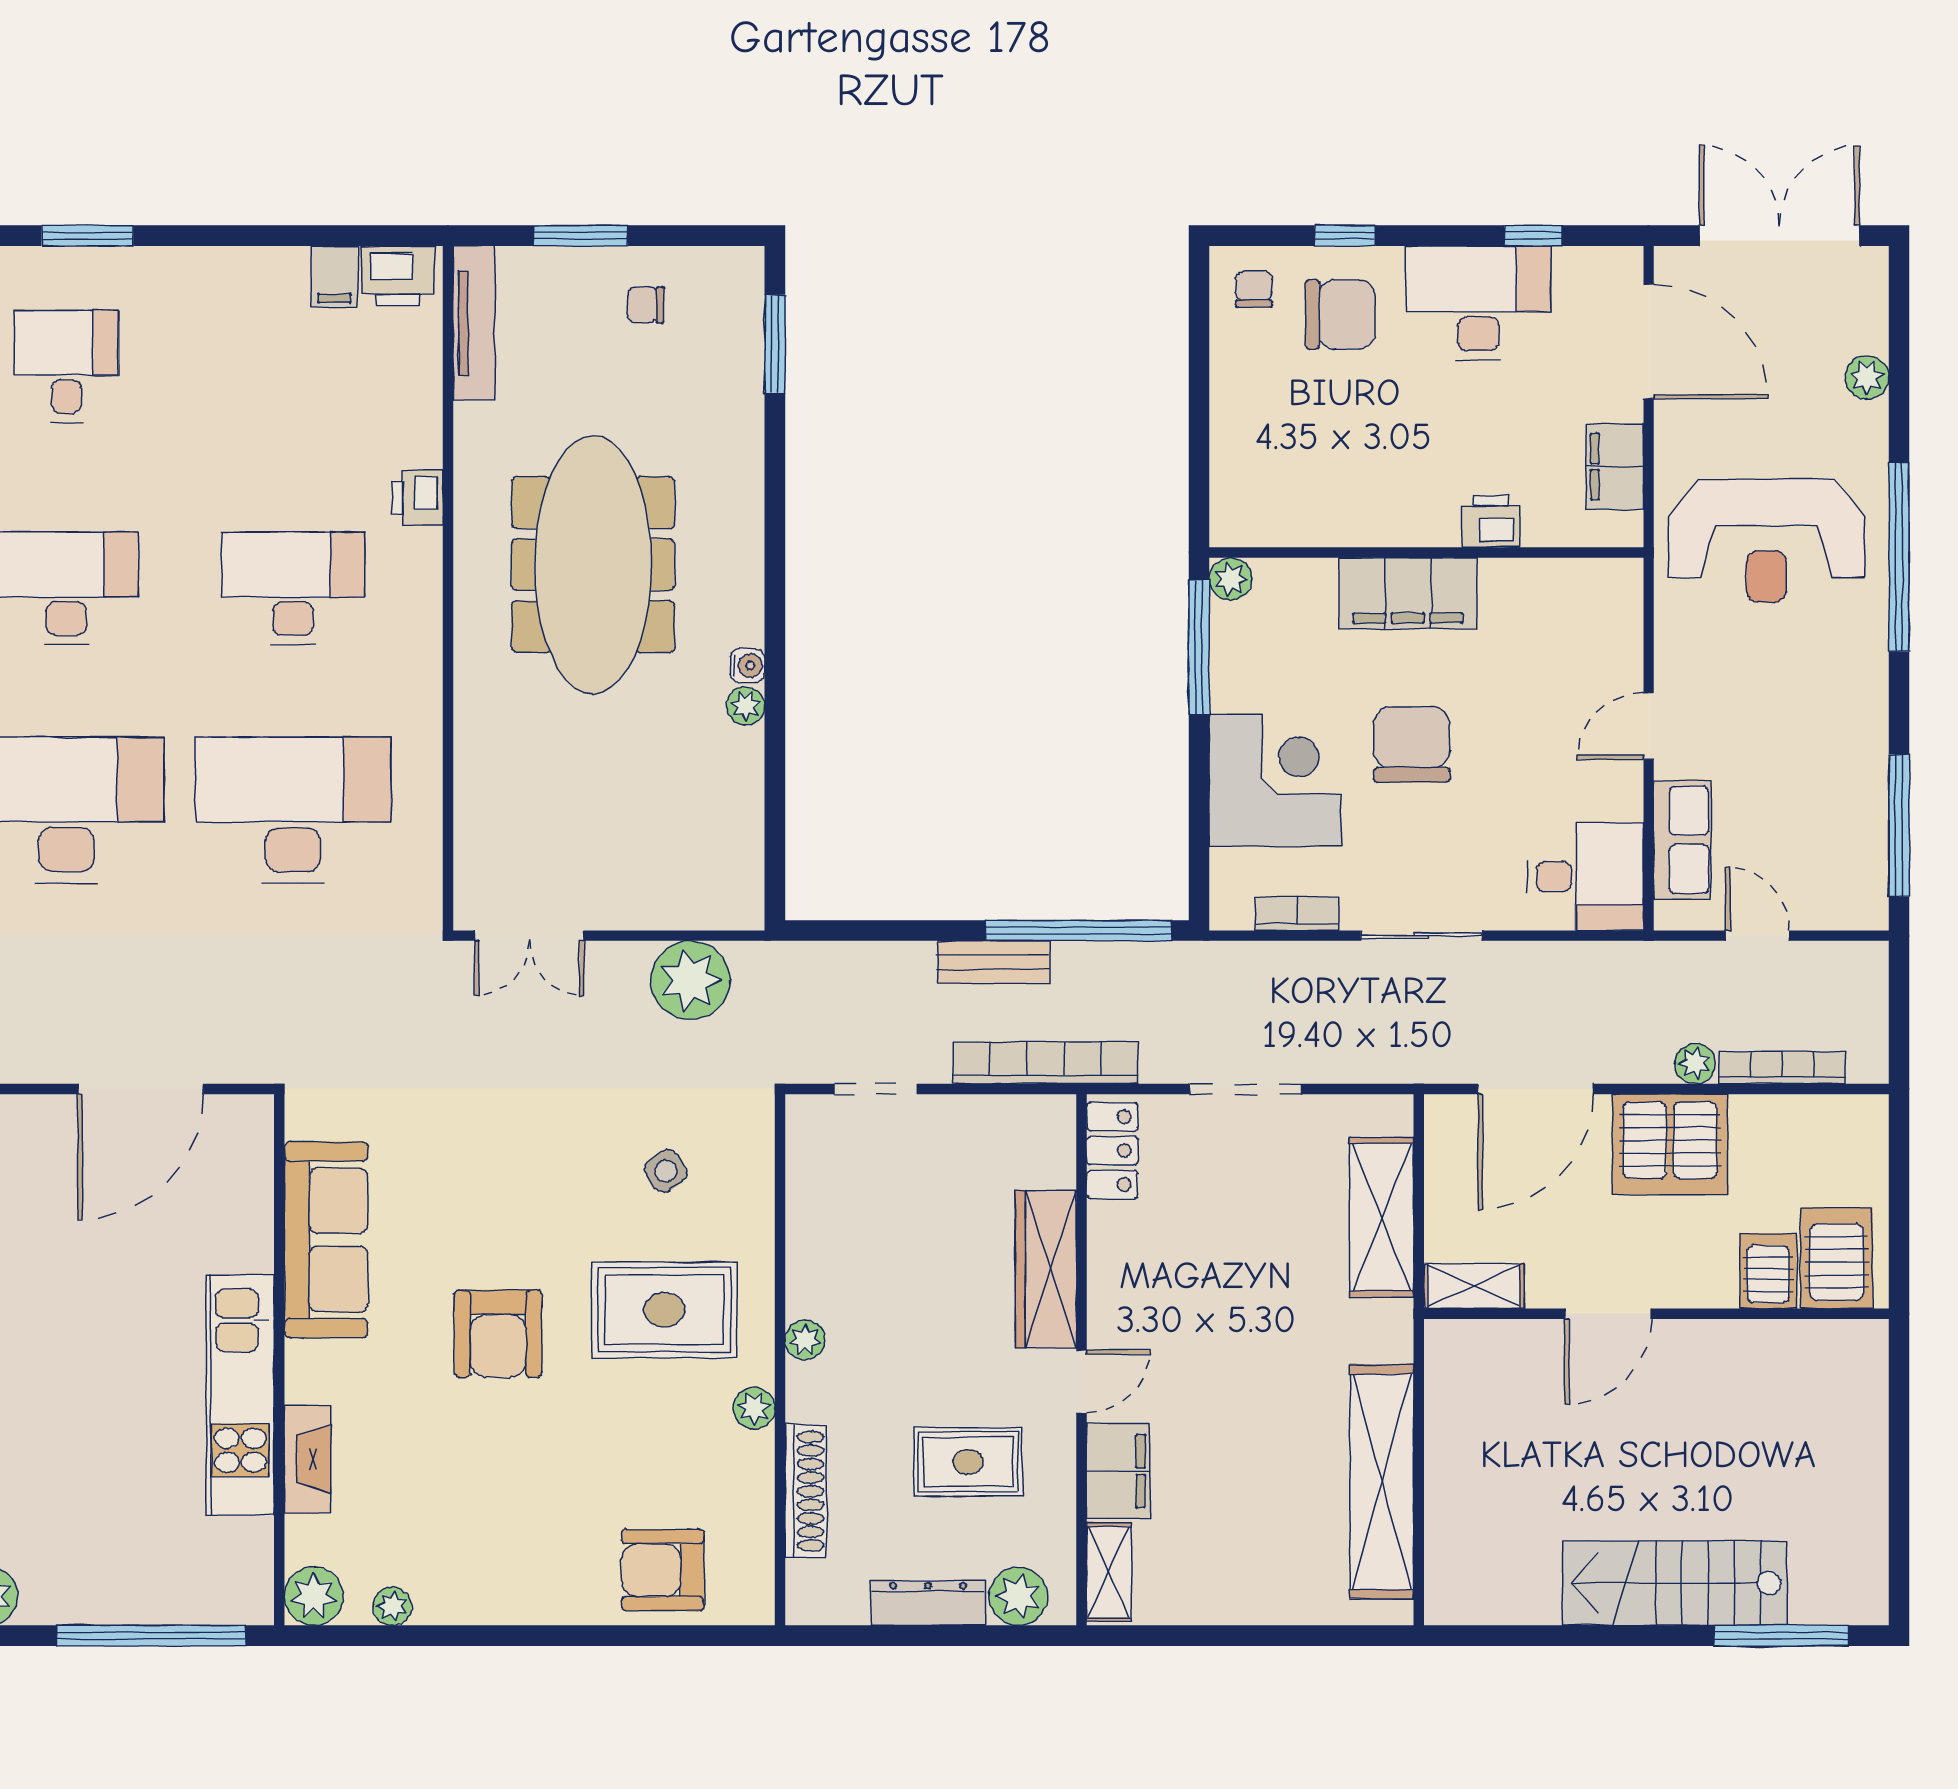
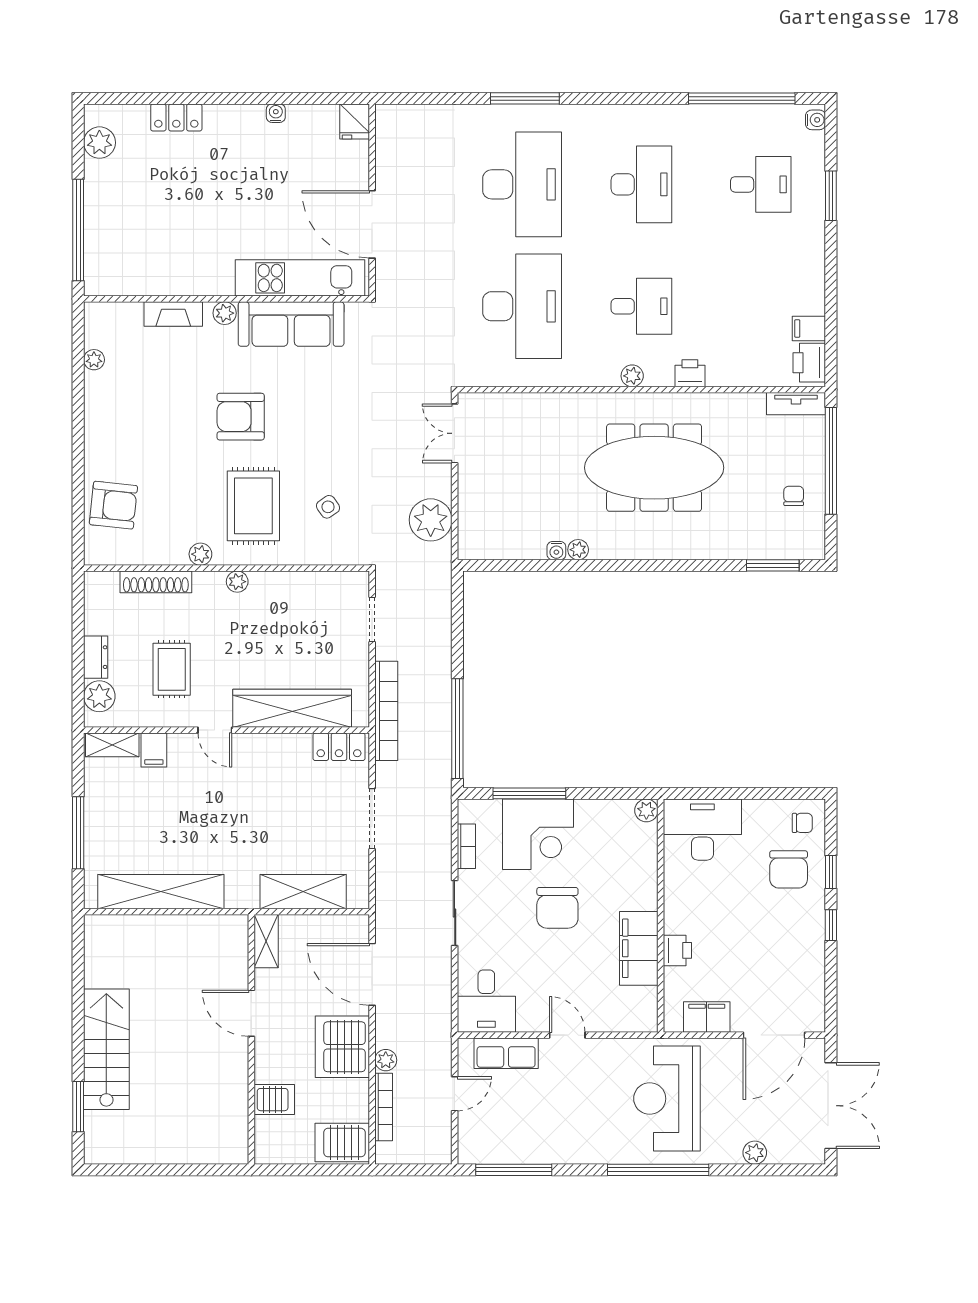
window: (580, 236) -> (831, 461), width x2.11
window: (1533, 236) -> (831, 925), moved
desk: (1478, 303) -> (702, 830), moved, turned -90
tv unit: (474, 323) -> (796, 404), width x0.71
desk: (293, 588) -> (641, 306), width x0.73
filing cabinet: (1408, 593) -> (639, 948), moved
plant: (422, 605) -> (632, 376), added
window: (1199, 647) -> (529, 793), moved
water cooler: (747, 666) -> (556, 551), moved
chair: (1412, 744) -> (557, 908), turned 90
bench: (994, 962) -> (440, 683), removed
server rack: (1837, 1258) -> (342, 1143), moved, turned 180
wardrobe: (1046, 1269) -> (292, 708), width x1.40, depth x1.17
kitchen unit: (240, 1395) -> (300, 278), moved
filing cabinet: (1118, 1471) -> (154, 750), width x0.50
armchair: (663, 1570) -> (113, 505), turned 96
plant: (314, 1596) -> (225, 313), moved, width x0.73, depth x0.73
dresser: (928, 1603) -> (96, 657), width x0.70
window: (1272, 1636) -> (78, 833), added
window: (1782, 1636) -> (78, 1107), width x0.69

